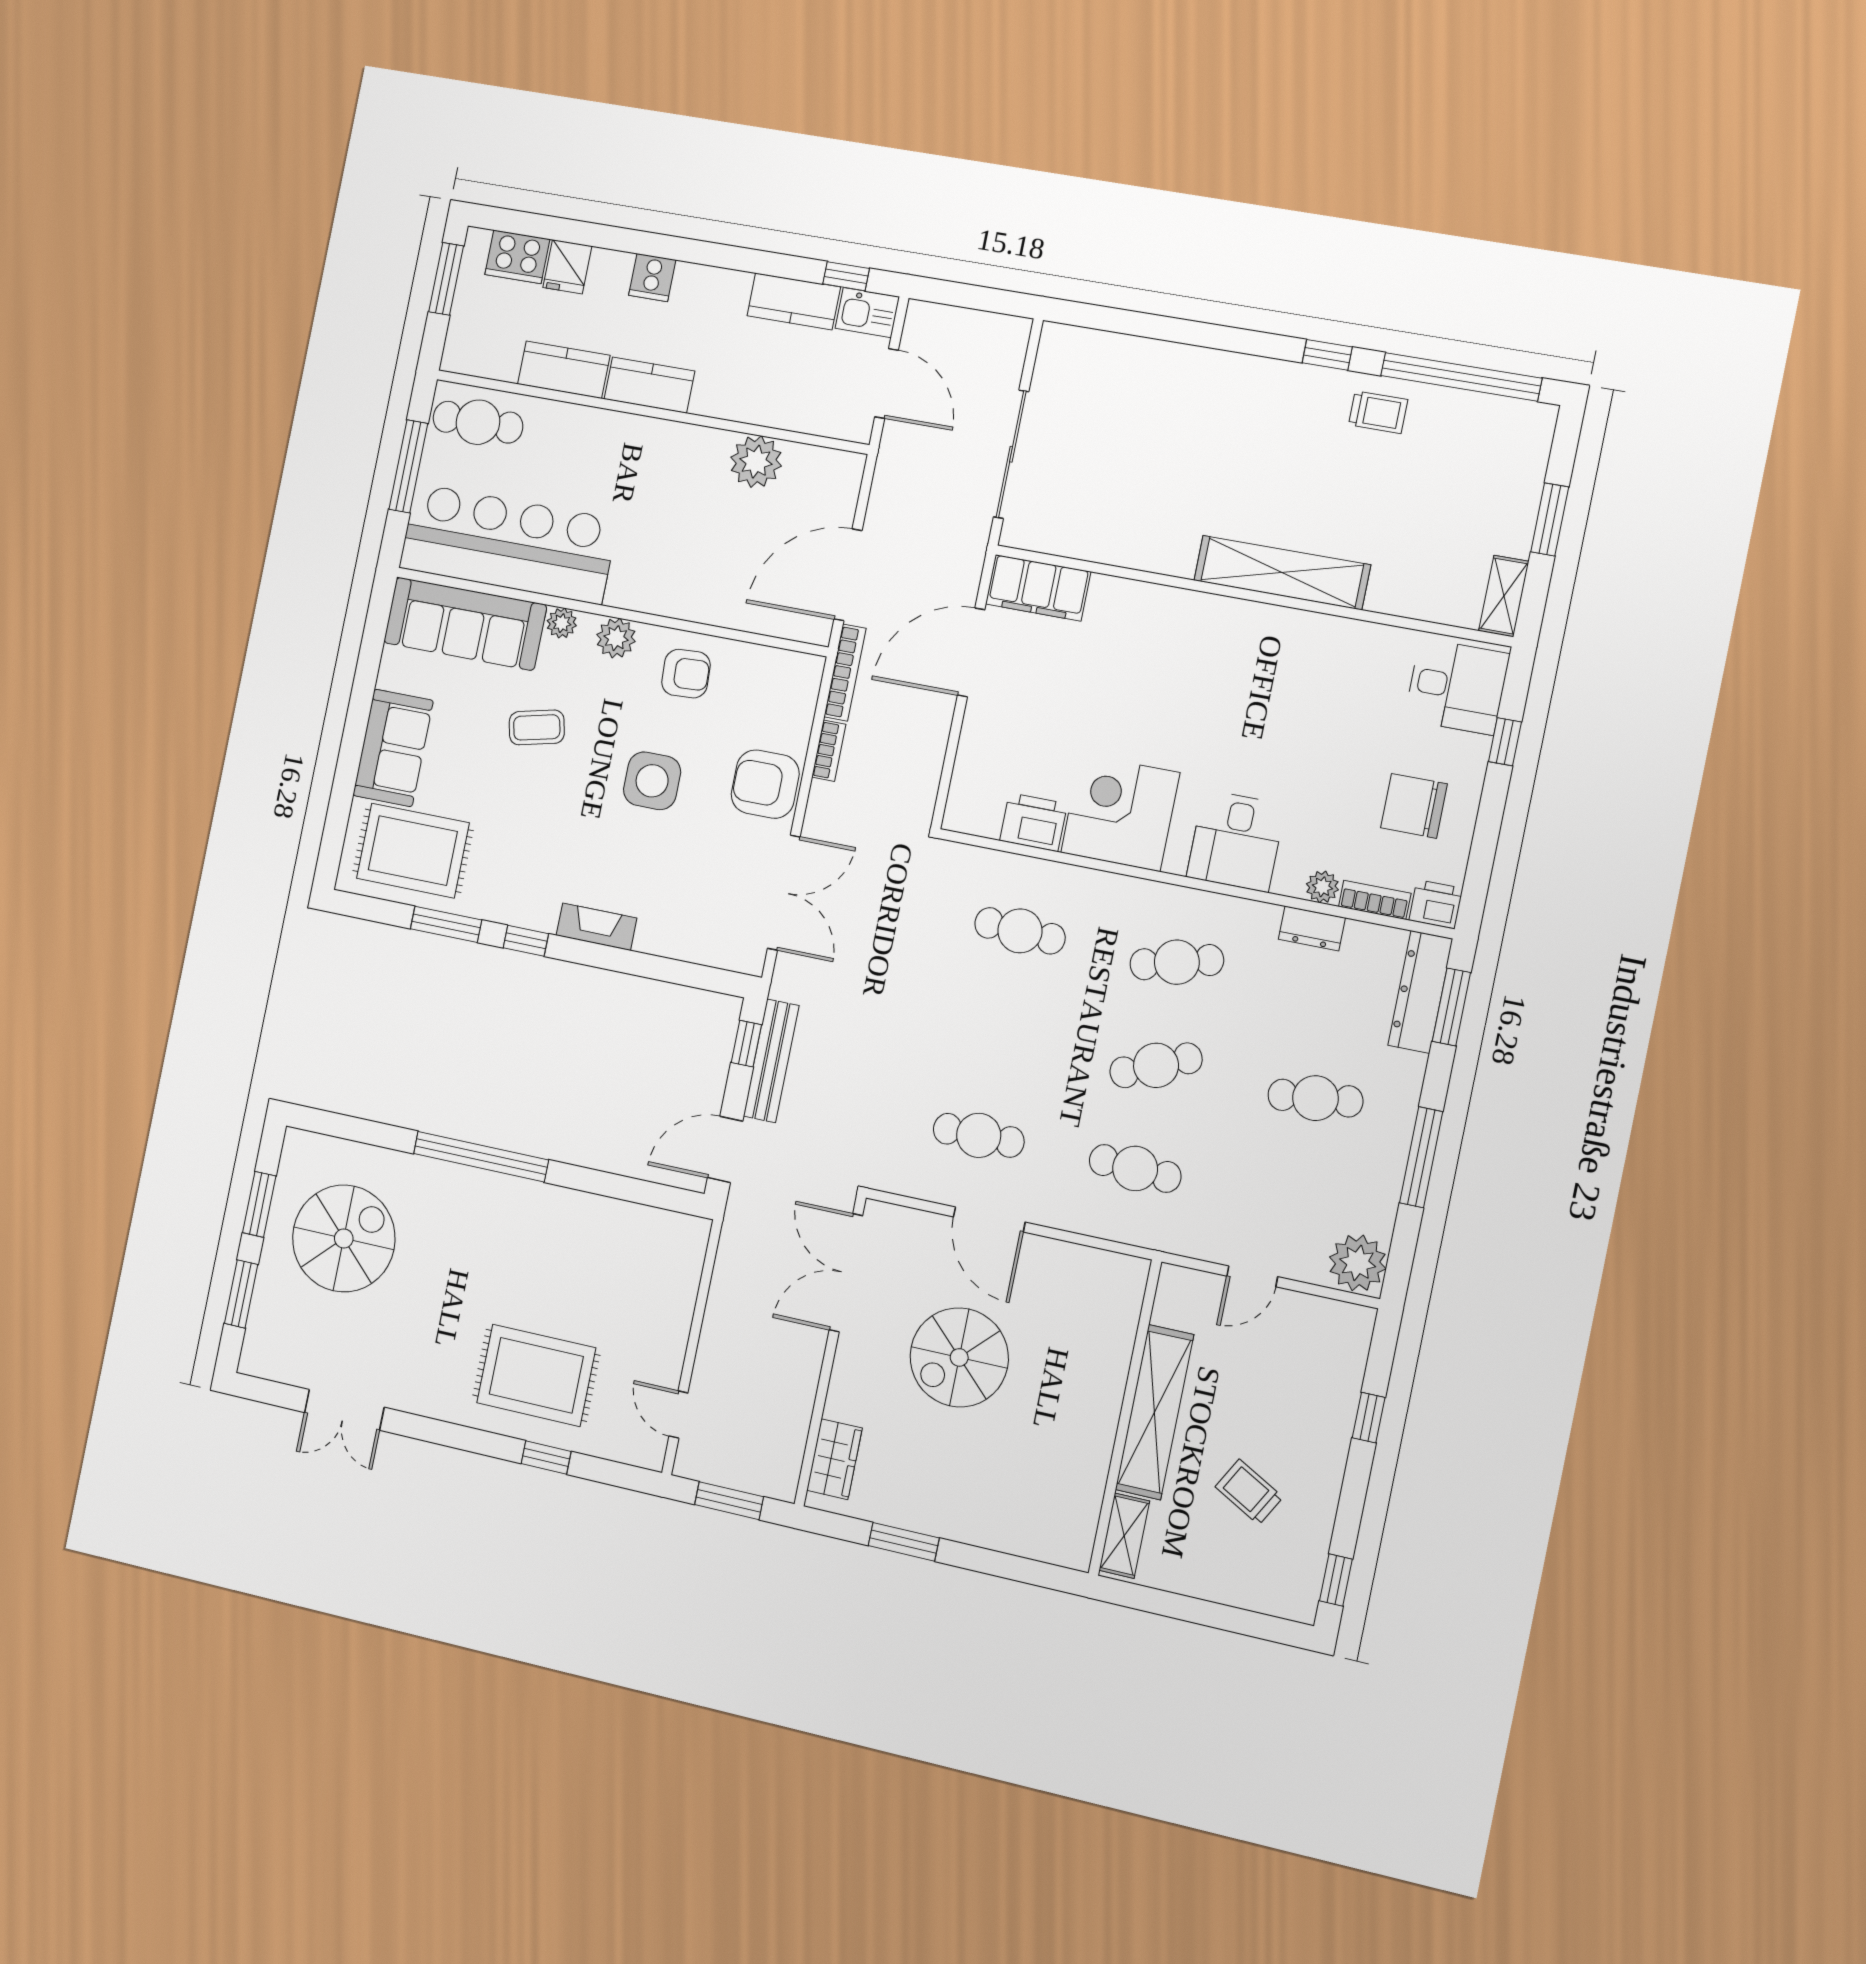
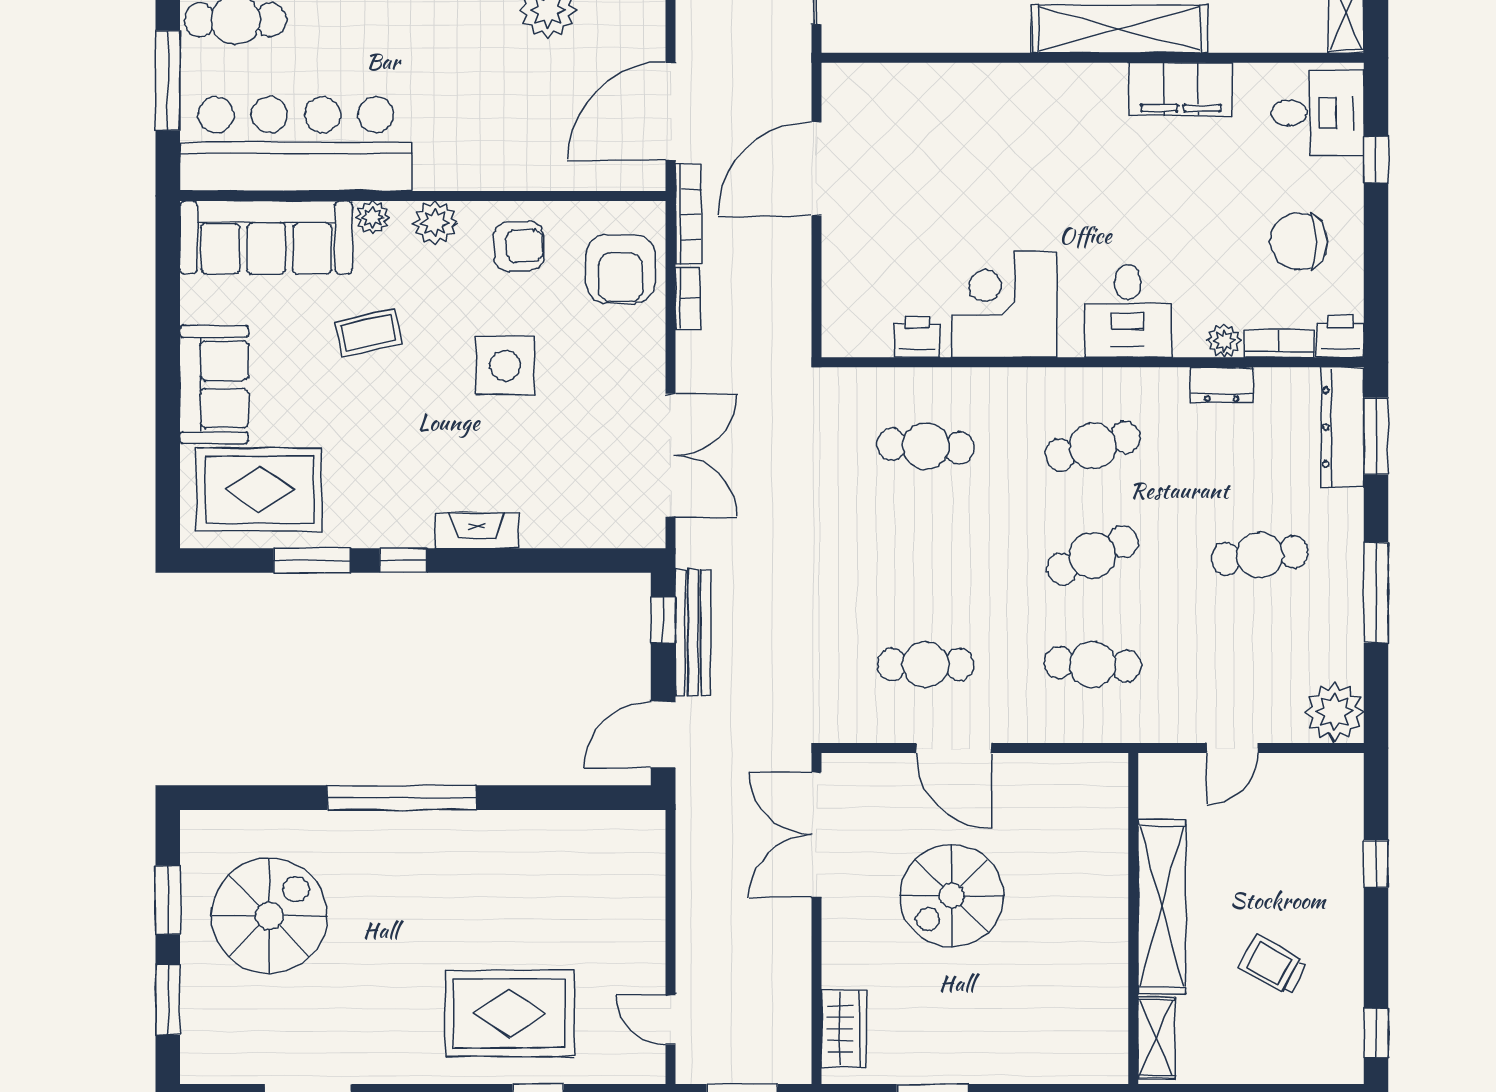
filing cabinet: (1038, 588) -> (1181, 89), moved
armchair: (765, 784) -> (620, 269), moved, turned -90
printer: (1033, 822) -> (917, 337), width x0.73, depth x0.81

